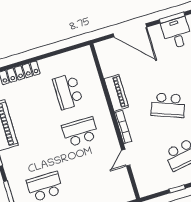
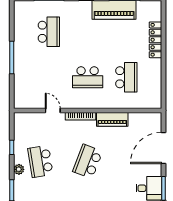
school desk: (68, 91) -> (126, 77), turned 90
school desk: (80, 132) -> (88, 77), turned 90

